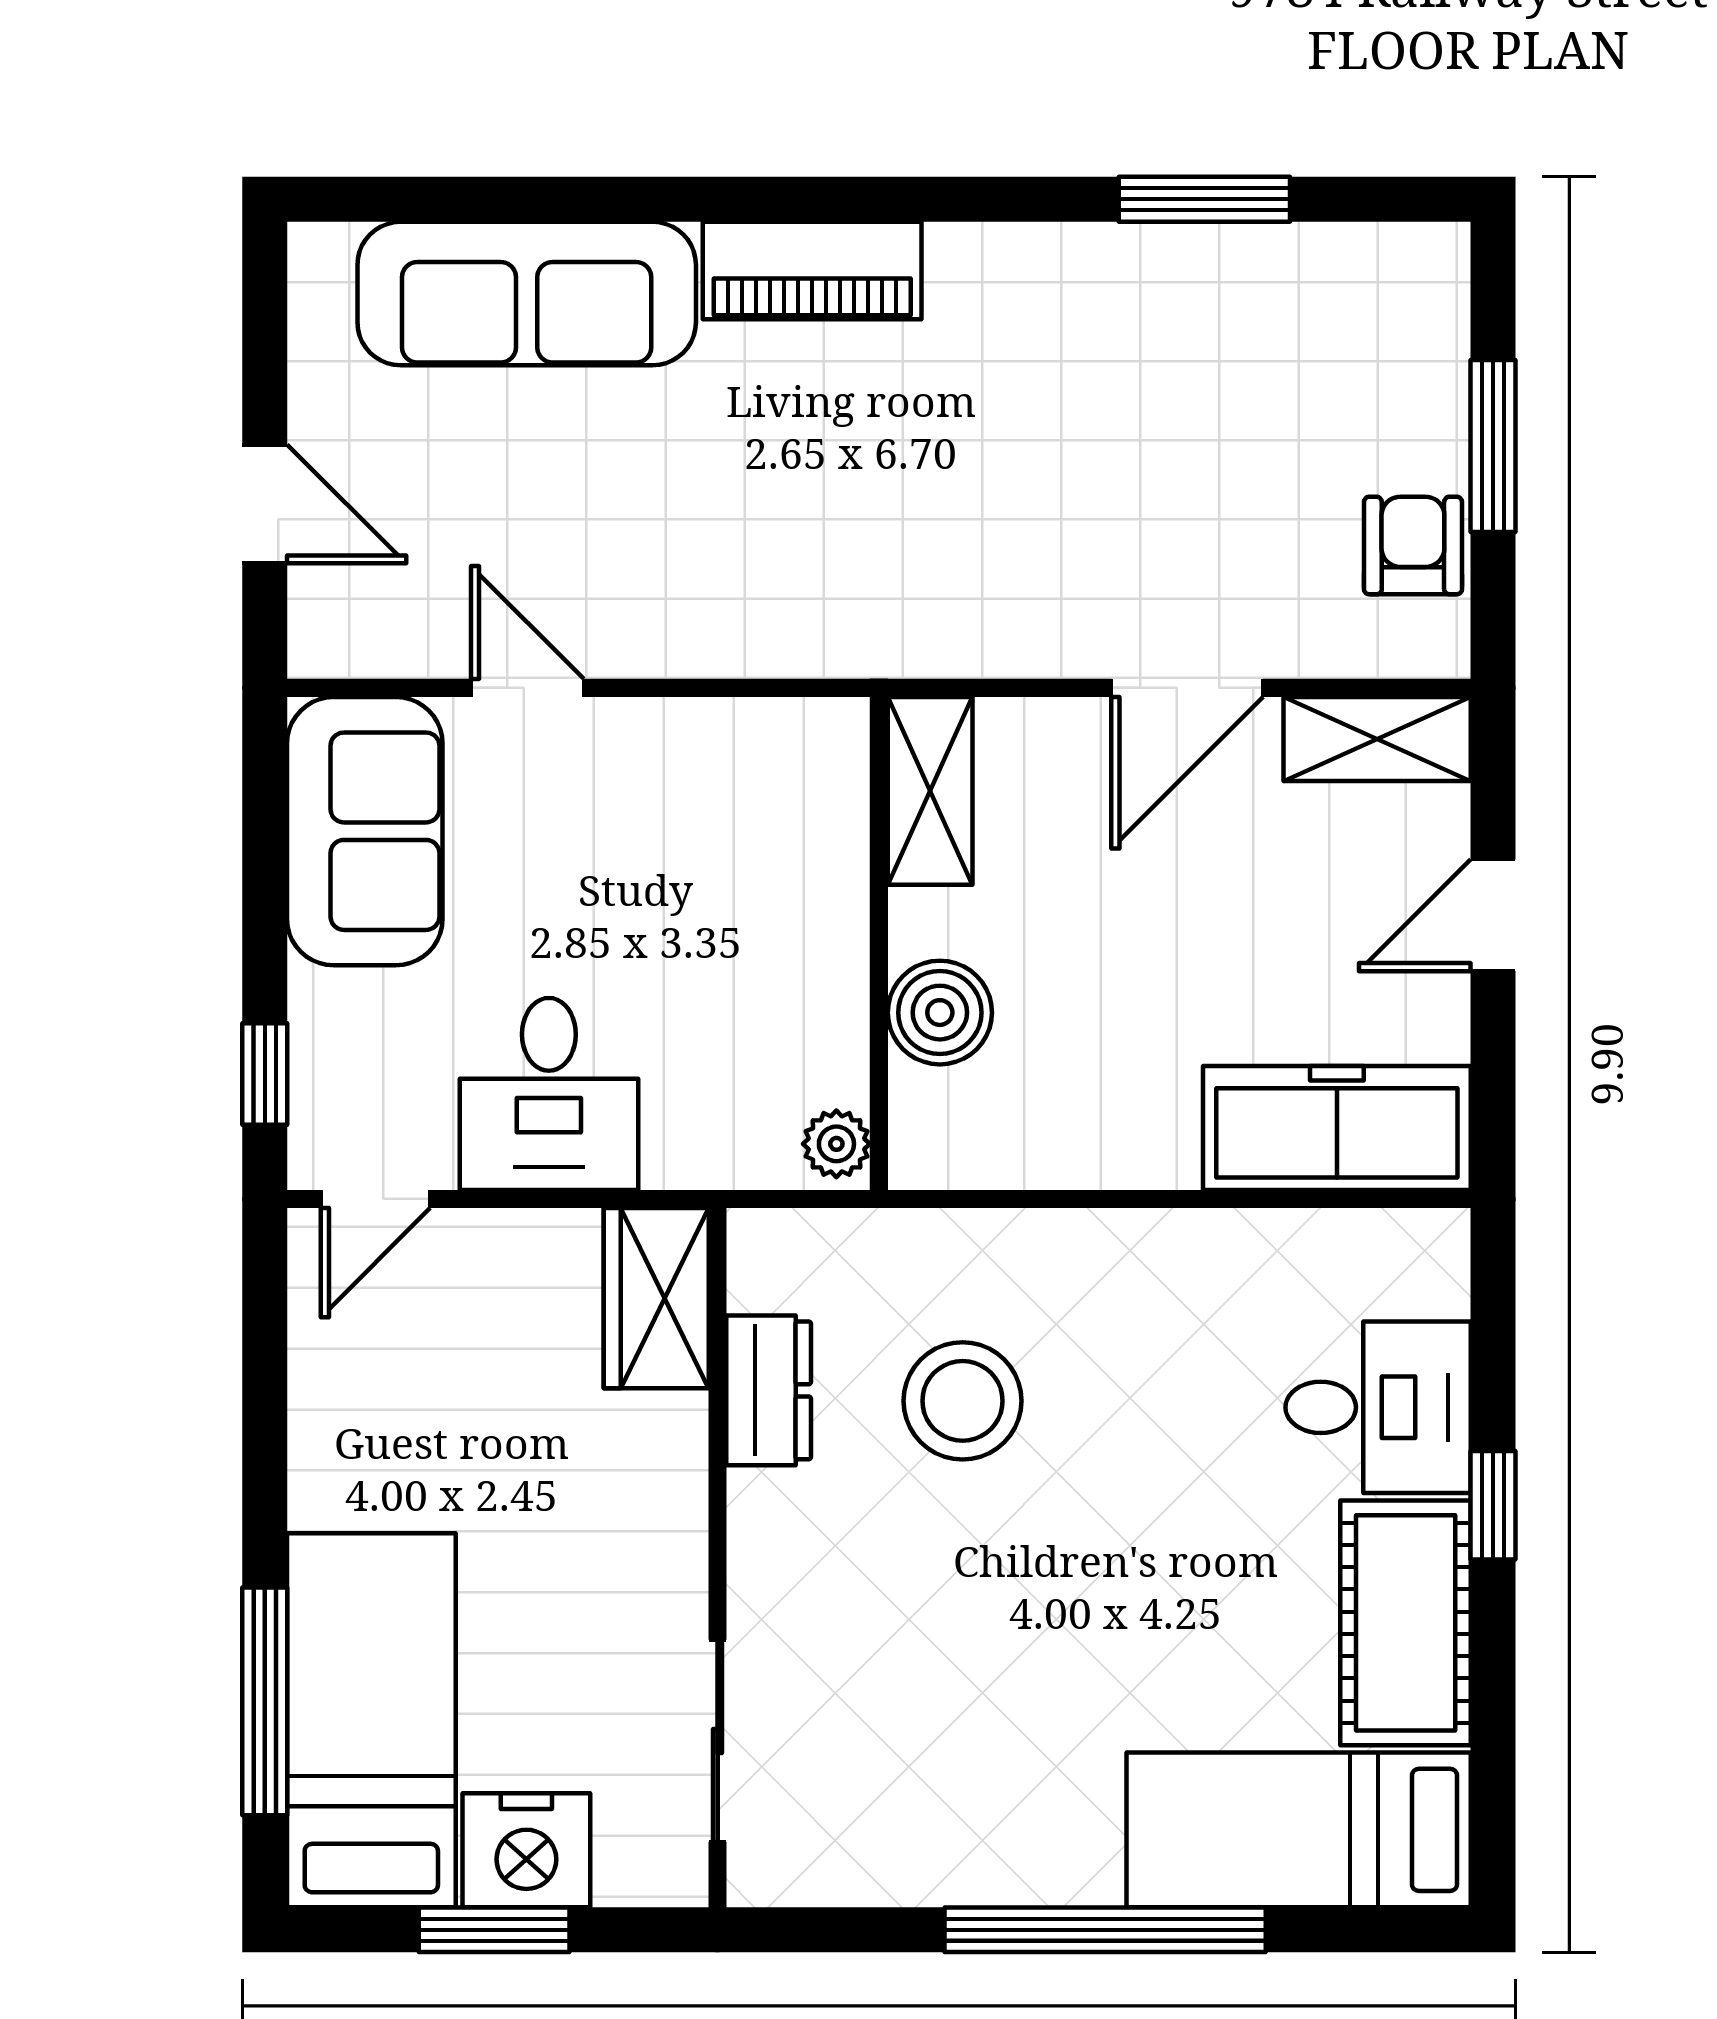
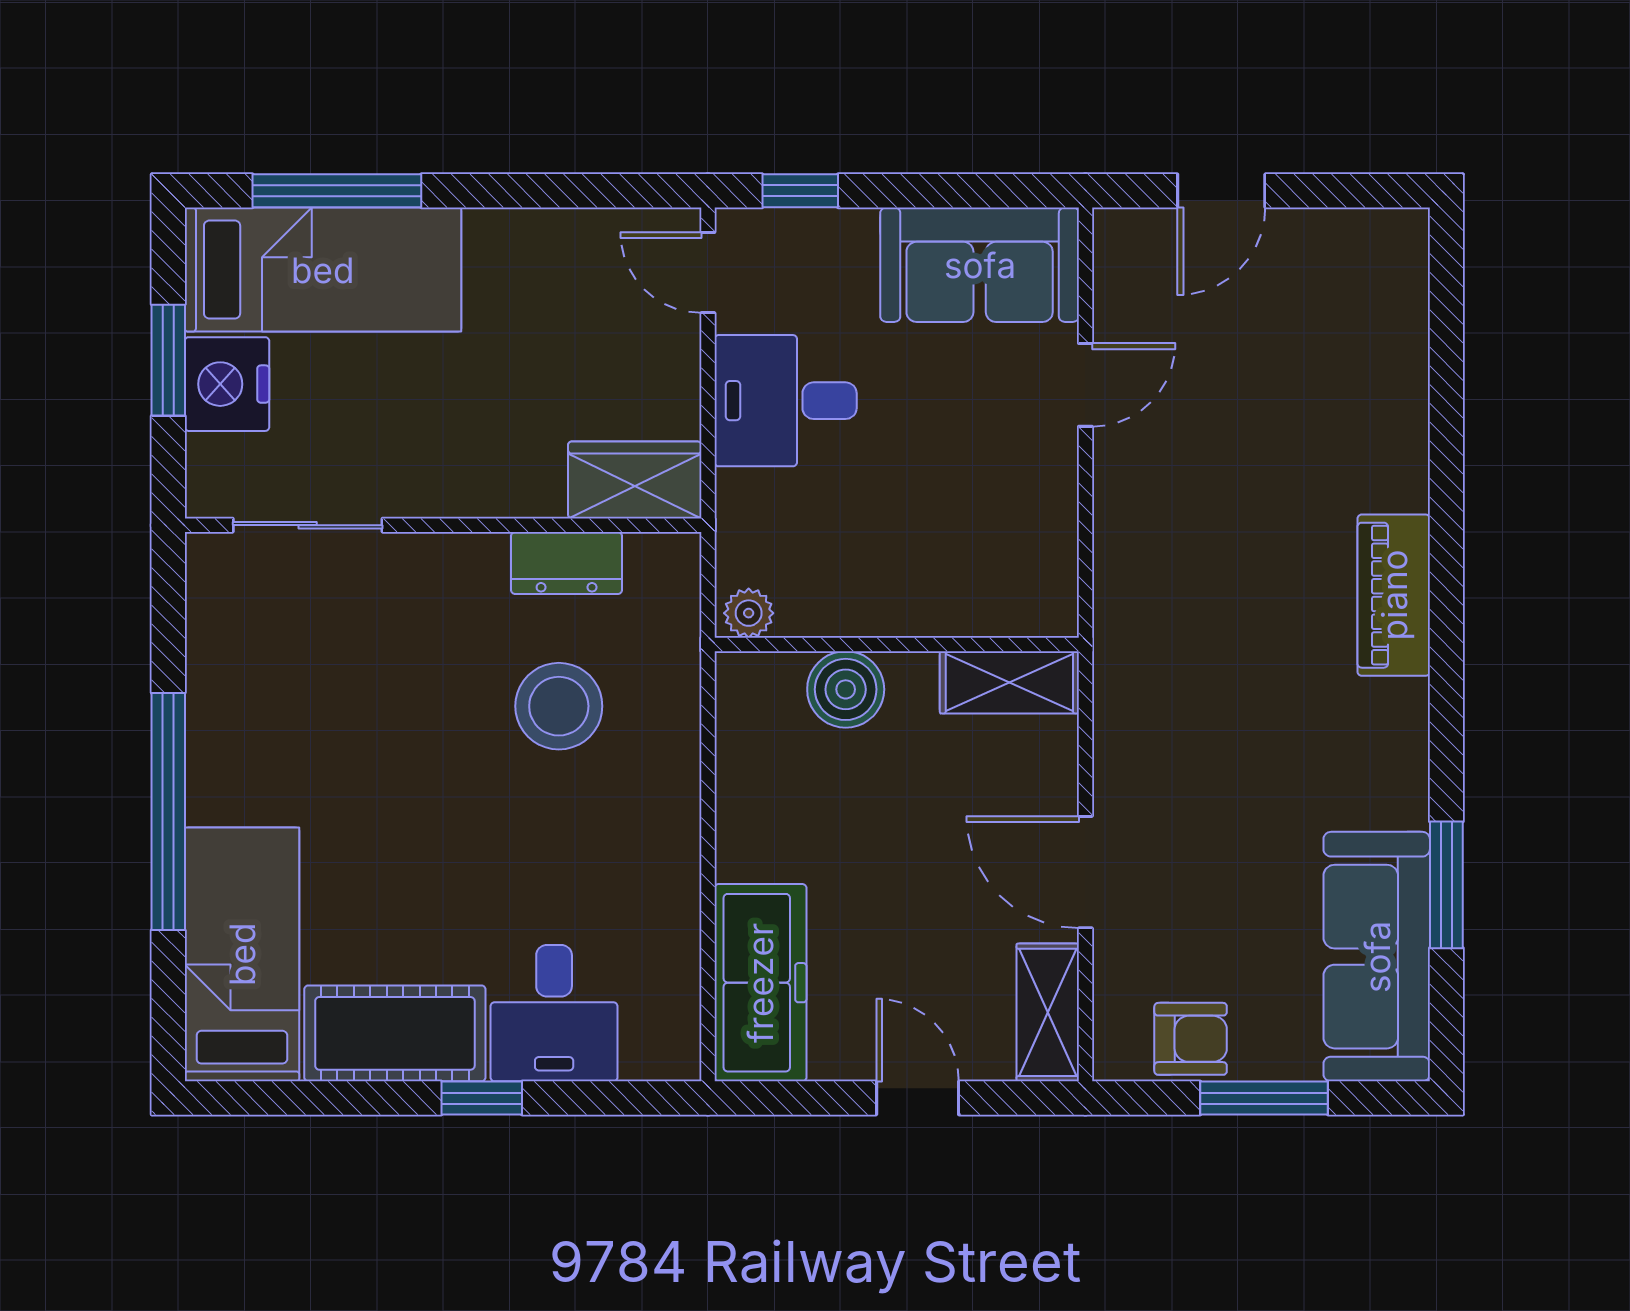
sofa: (527, 294) -> (1377, 957), moved

